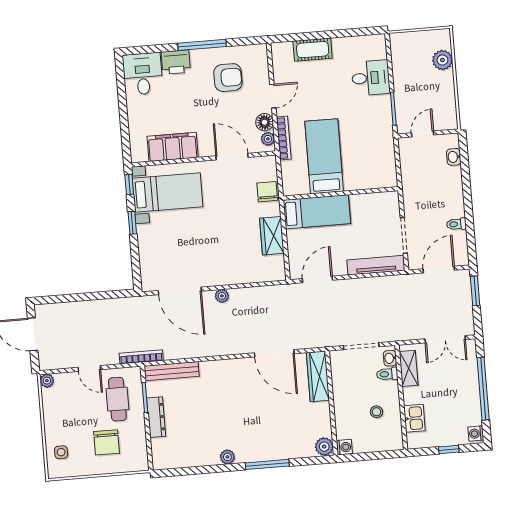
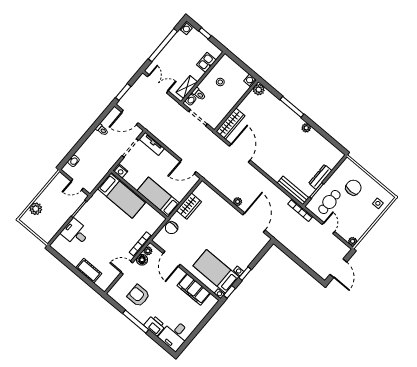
bed: (324, 156) -> (121, 196), moved, turned -90
nightstand: (388, 199) -> (121, 171), added
tv unit: (376, 265) -> (152, 144), width x0.71

